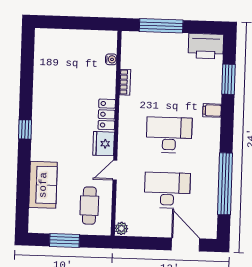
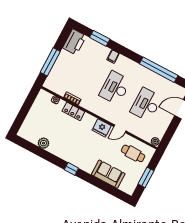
plant: (42, 72) -> (43, 143), added
locker: (107, 114) -> (73, 111), moved
door: (115, 170) -> (120, 129), hinge flipped

